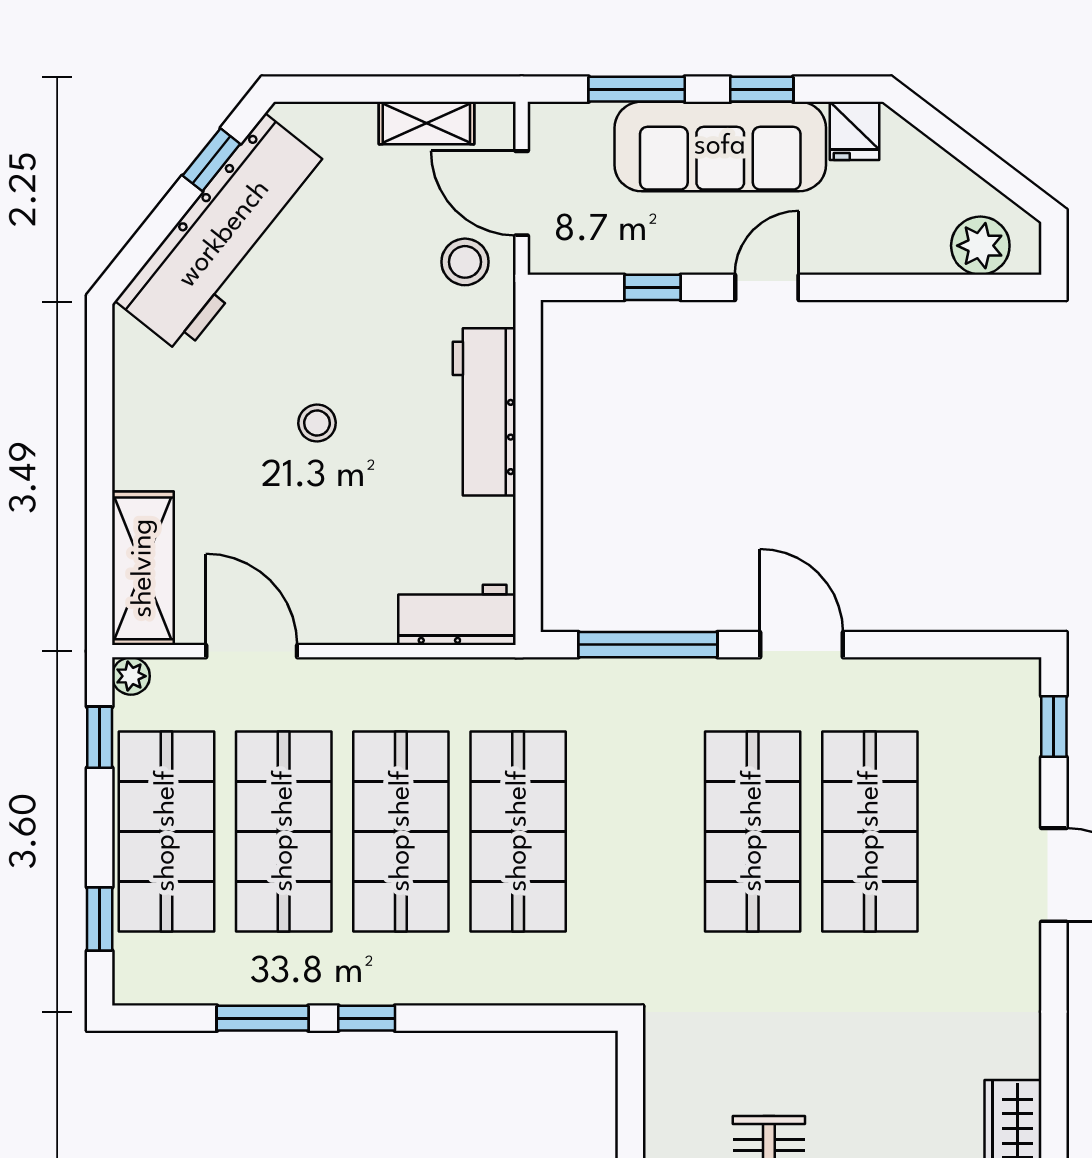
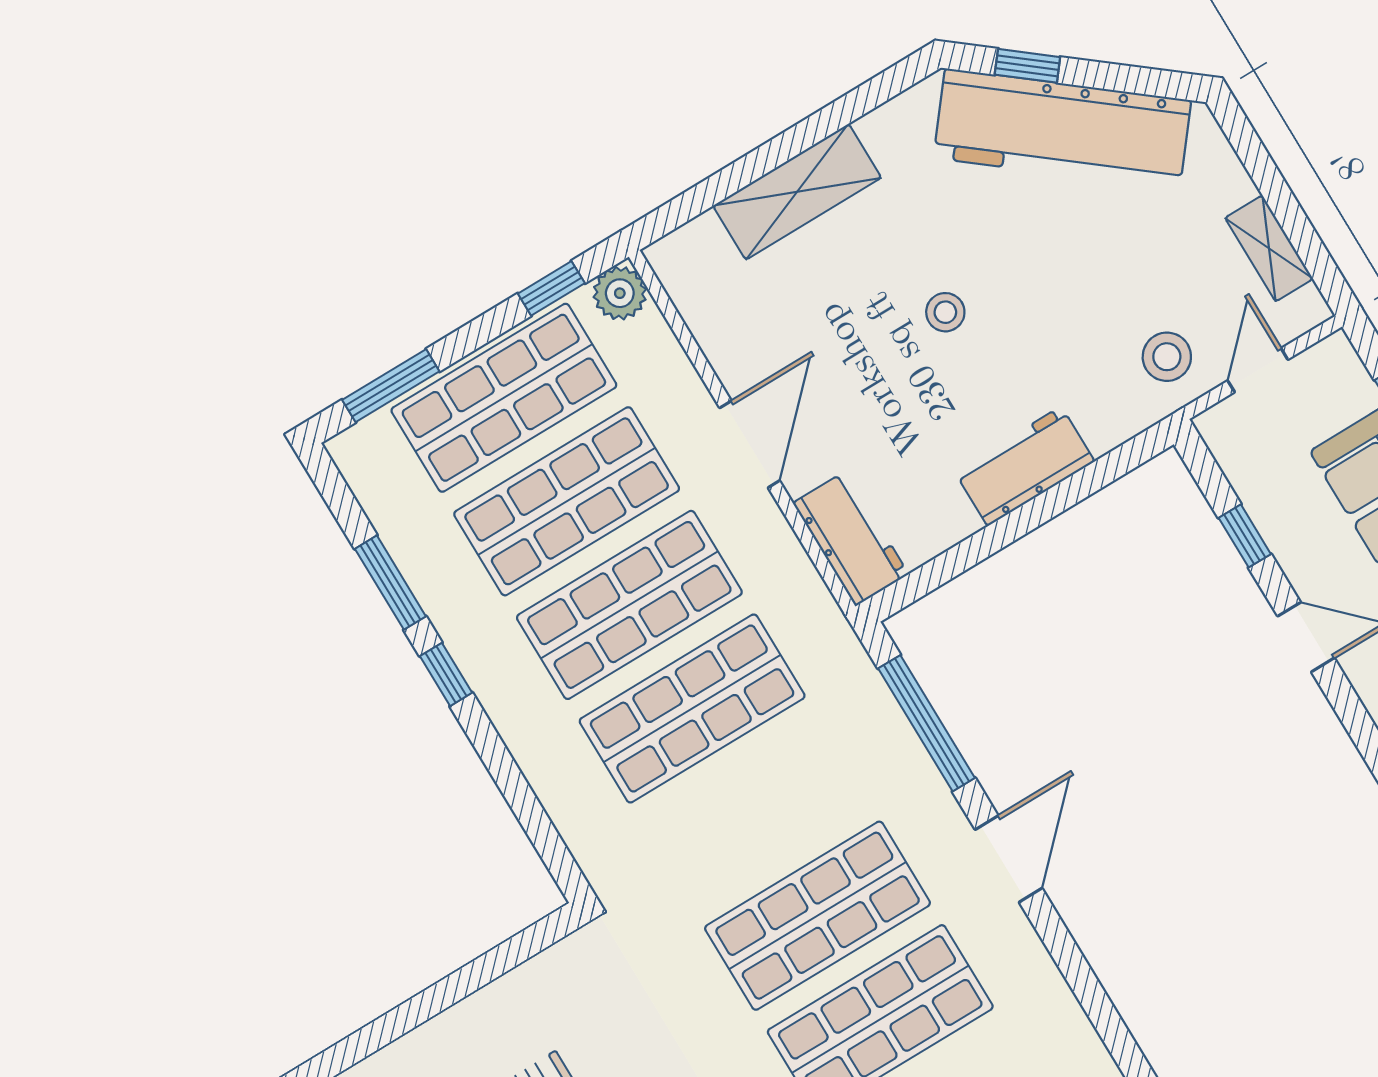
window: (211, 160) -> (1027, 66), moved
door: (522, 193) -> (1258, 370), width x0.73
workbench: (484, 412) -> (1024, 466), width x0.73
shelving: (143, 568) -> (797, 192), moved
door: (252, 651) -> (750, 444), moved
plant: (131, 676) -> (620, 293), width x1.38, depth x1.38
window: (100, 919) -> (391, 386), width x1.50

